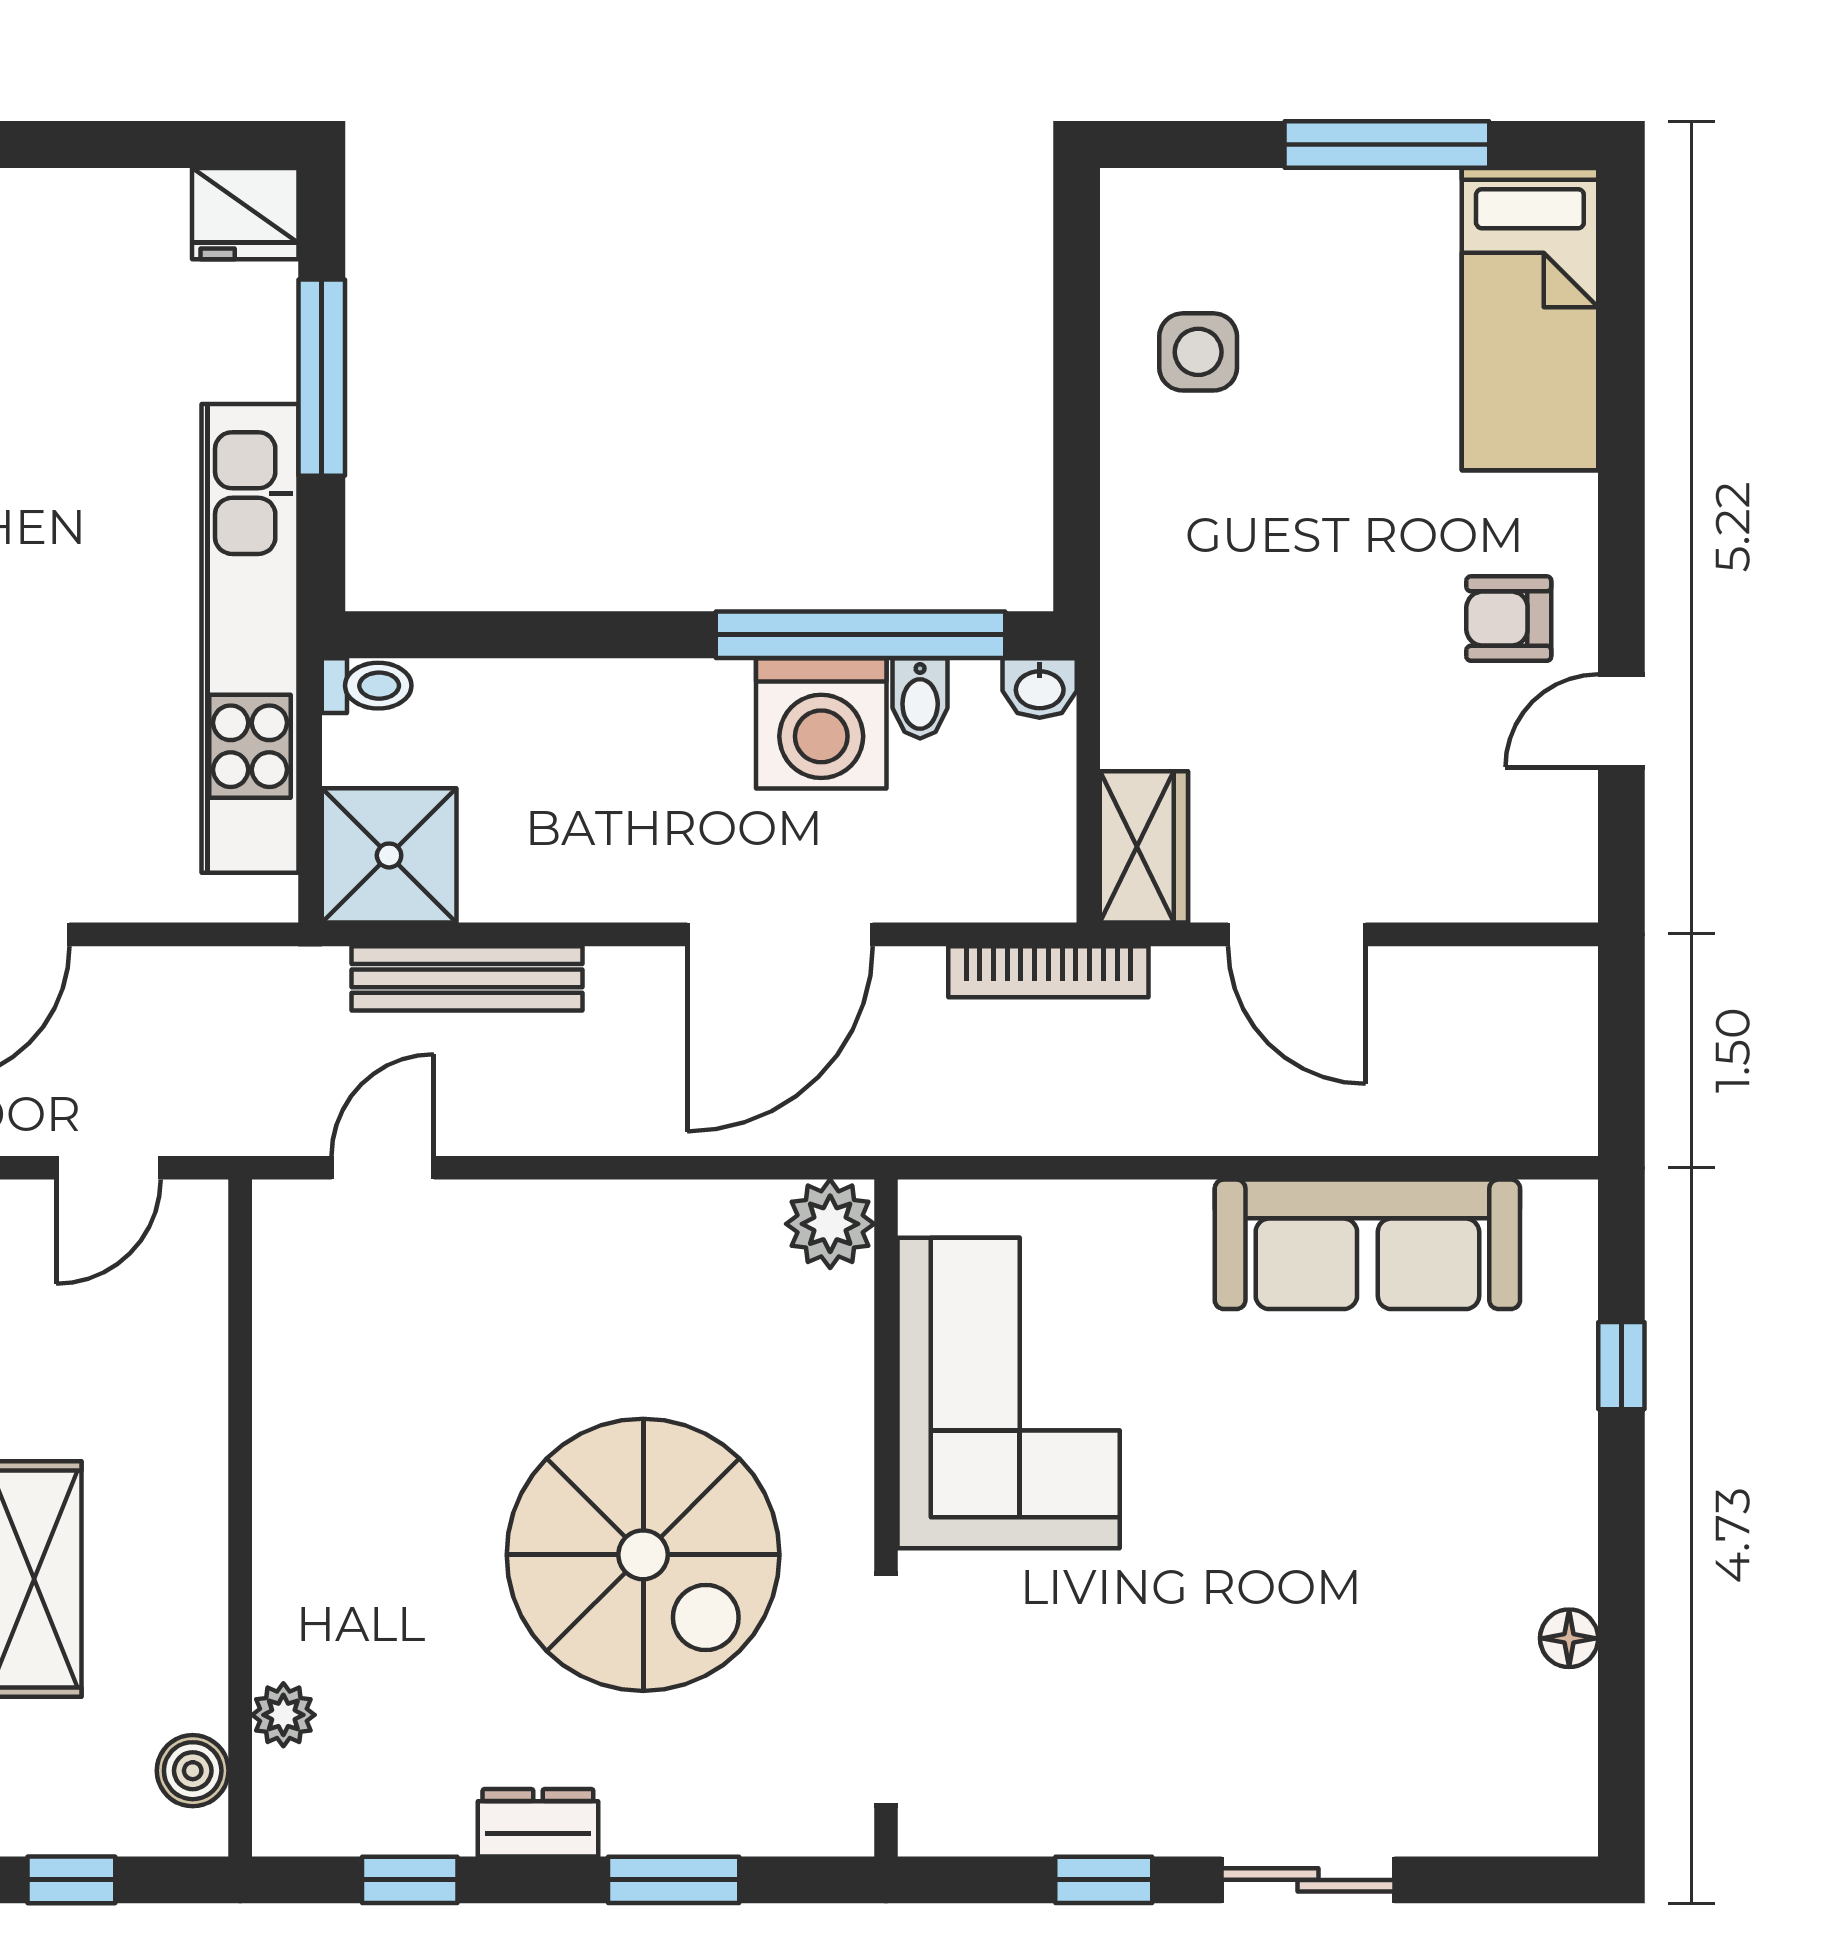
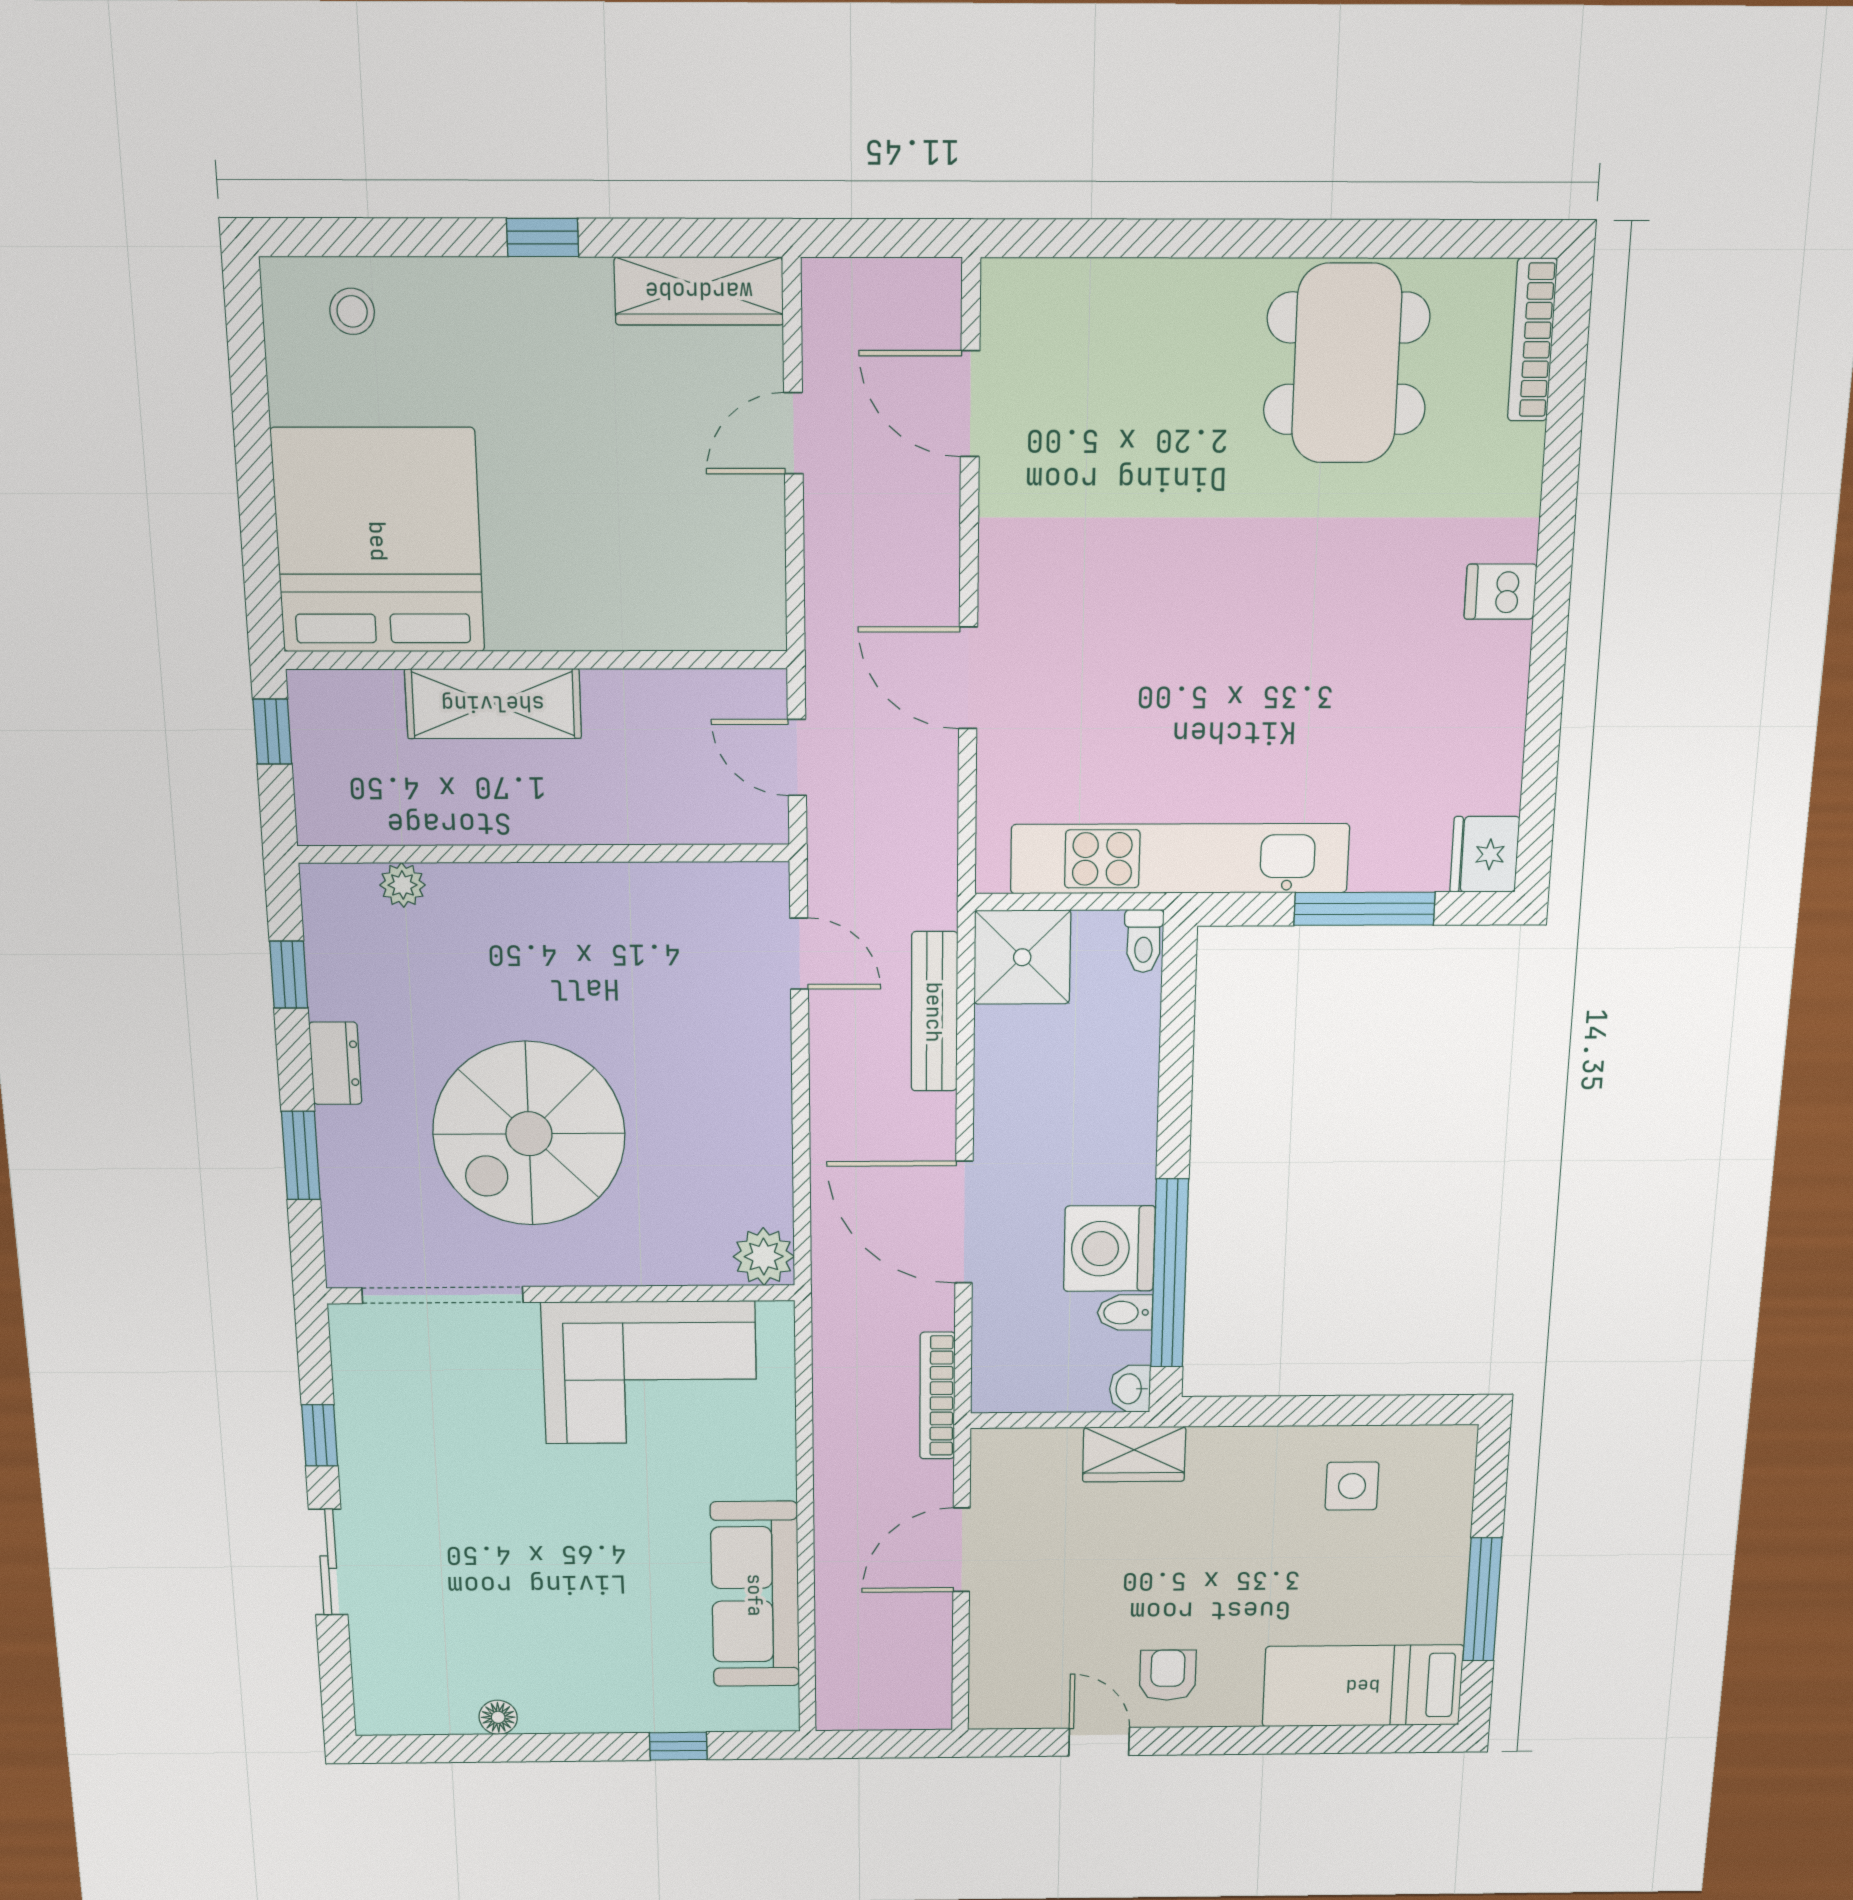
wardrobe: (1144, 847) -> (1134, 1454), moved
boiler: (193, 1771) -> (358, 820), removed

